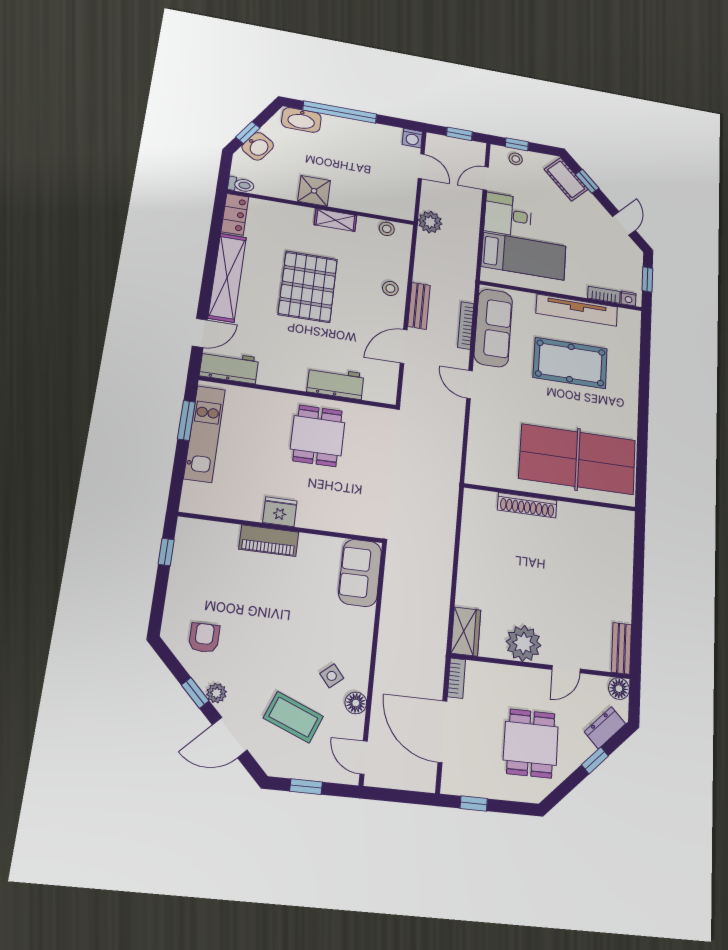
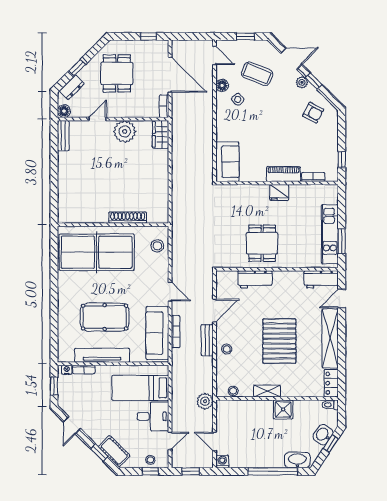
stool: (484, 455) -> (157, 246), added
bookcase: (219, 529) -> (313, 177), added
armchair: (204, 638) -> (313, 113), turned -62

